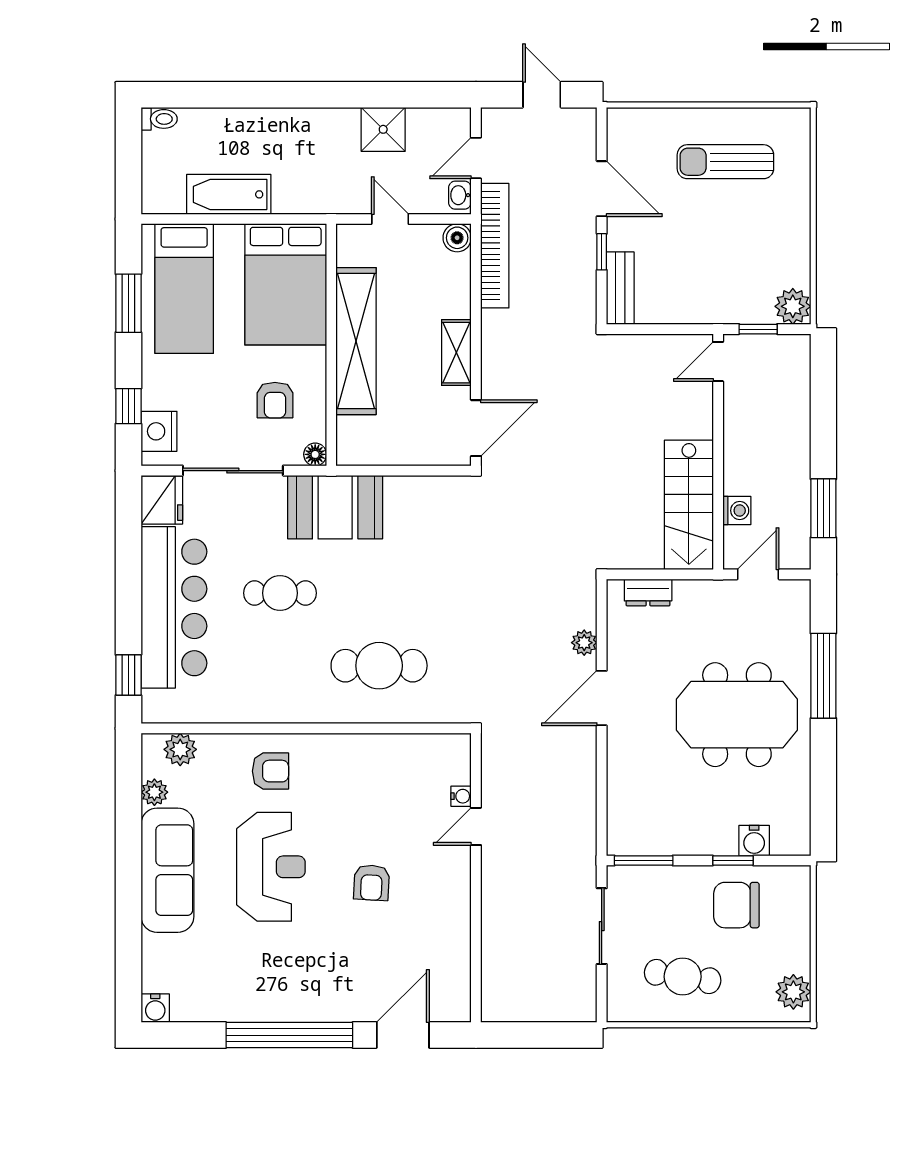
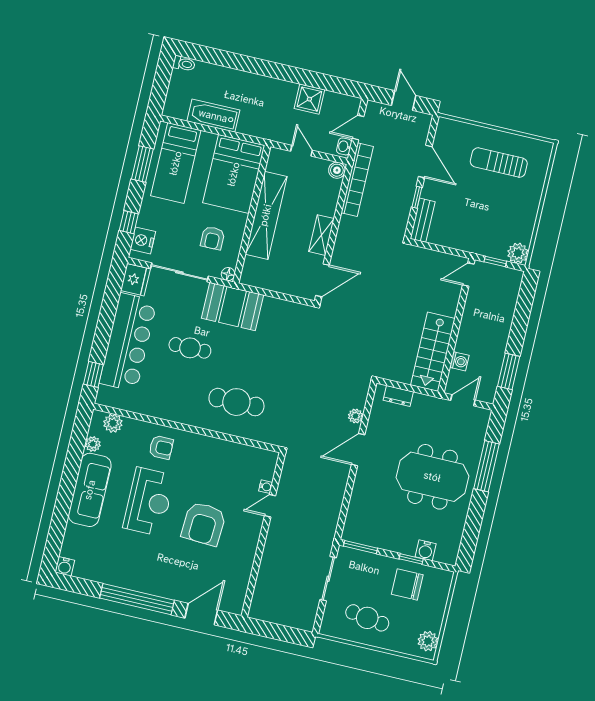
armchair: (372, 883) -> (204, 524), width x1.88, depth x1.88

